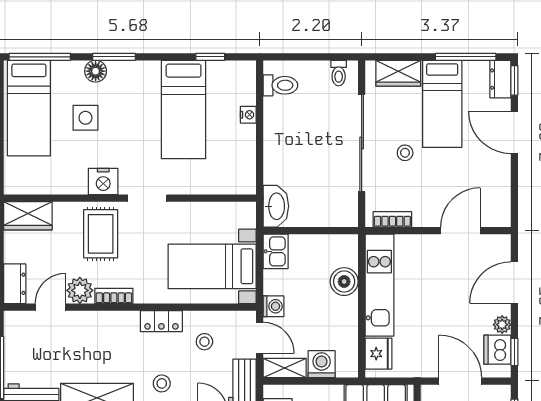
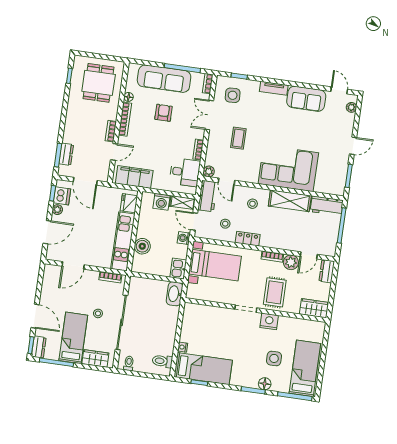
bed: (184, 109) -> (203, 369), moved, turned 90

